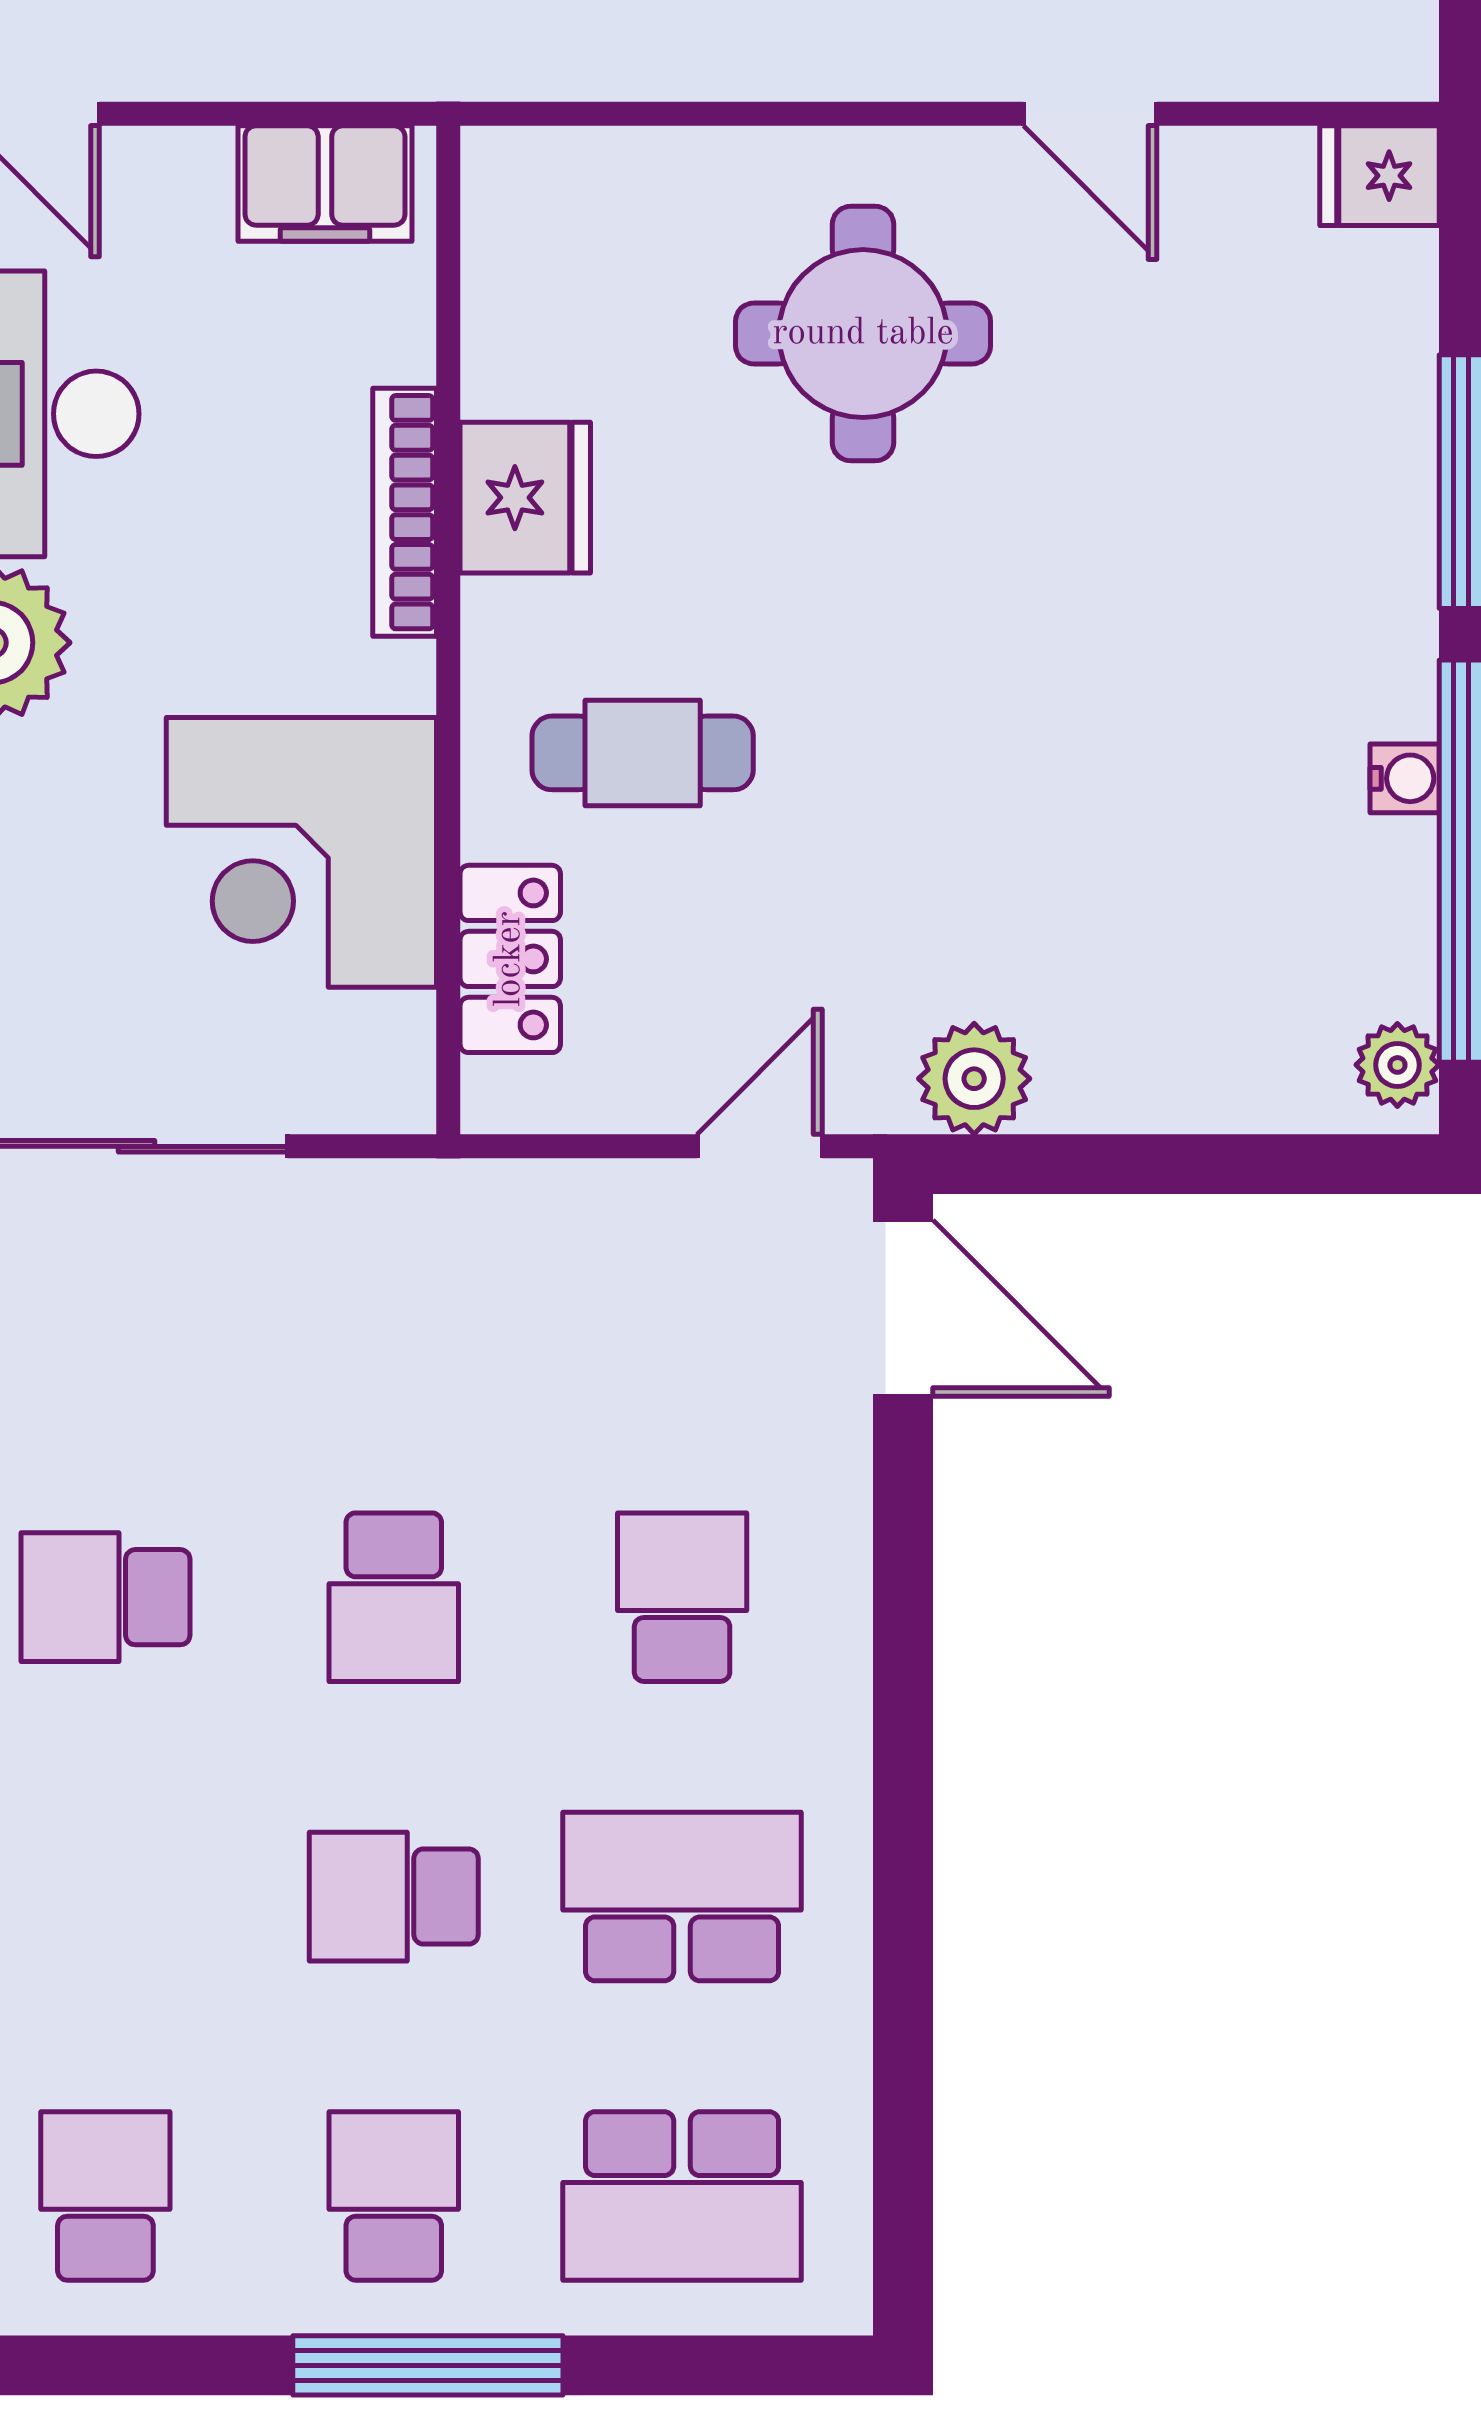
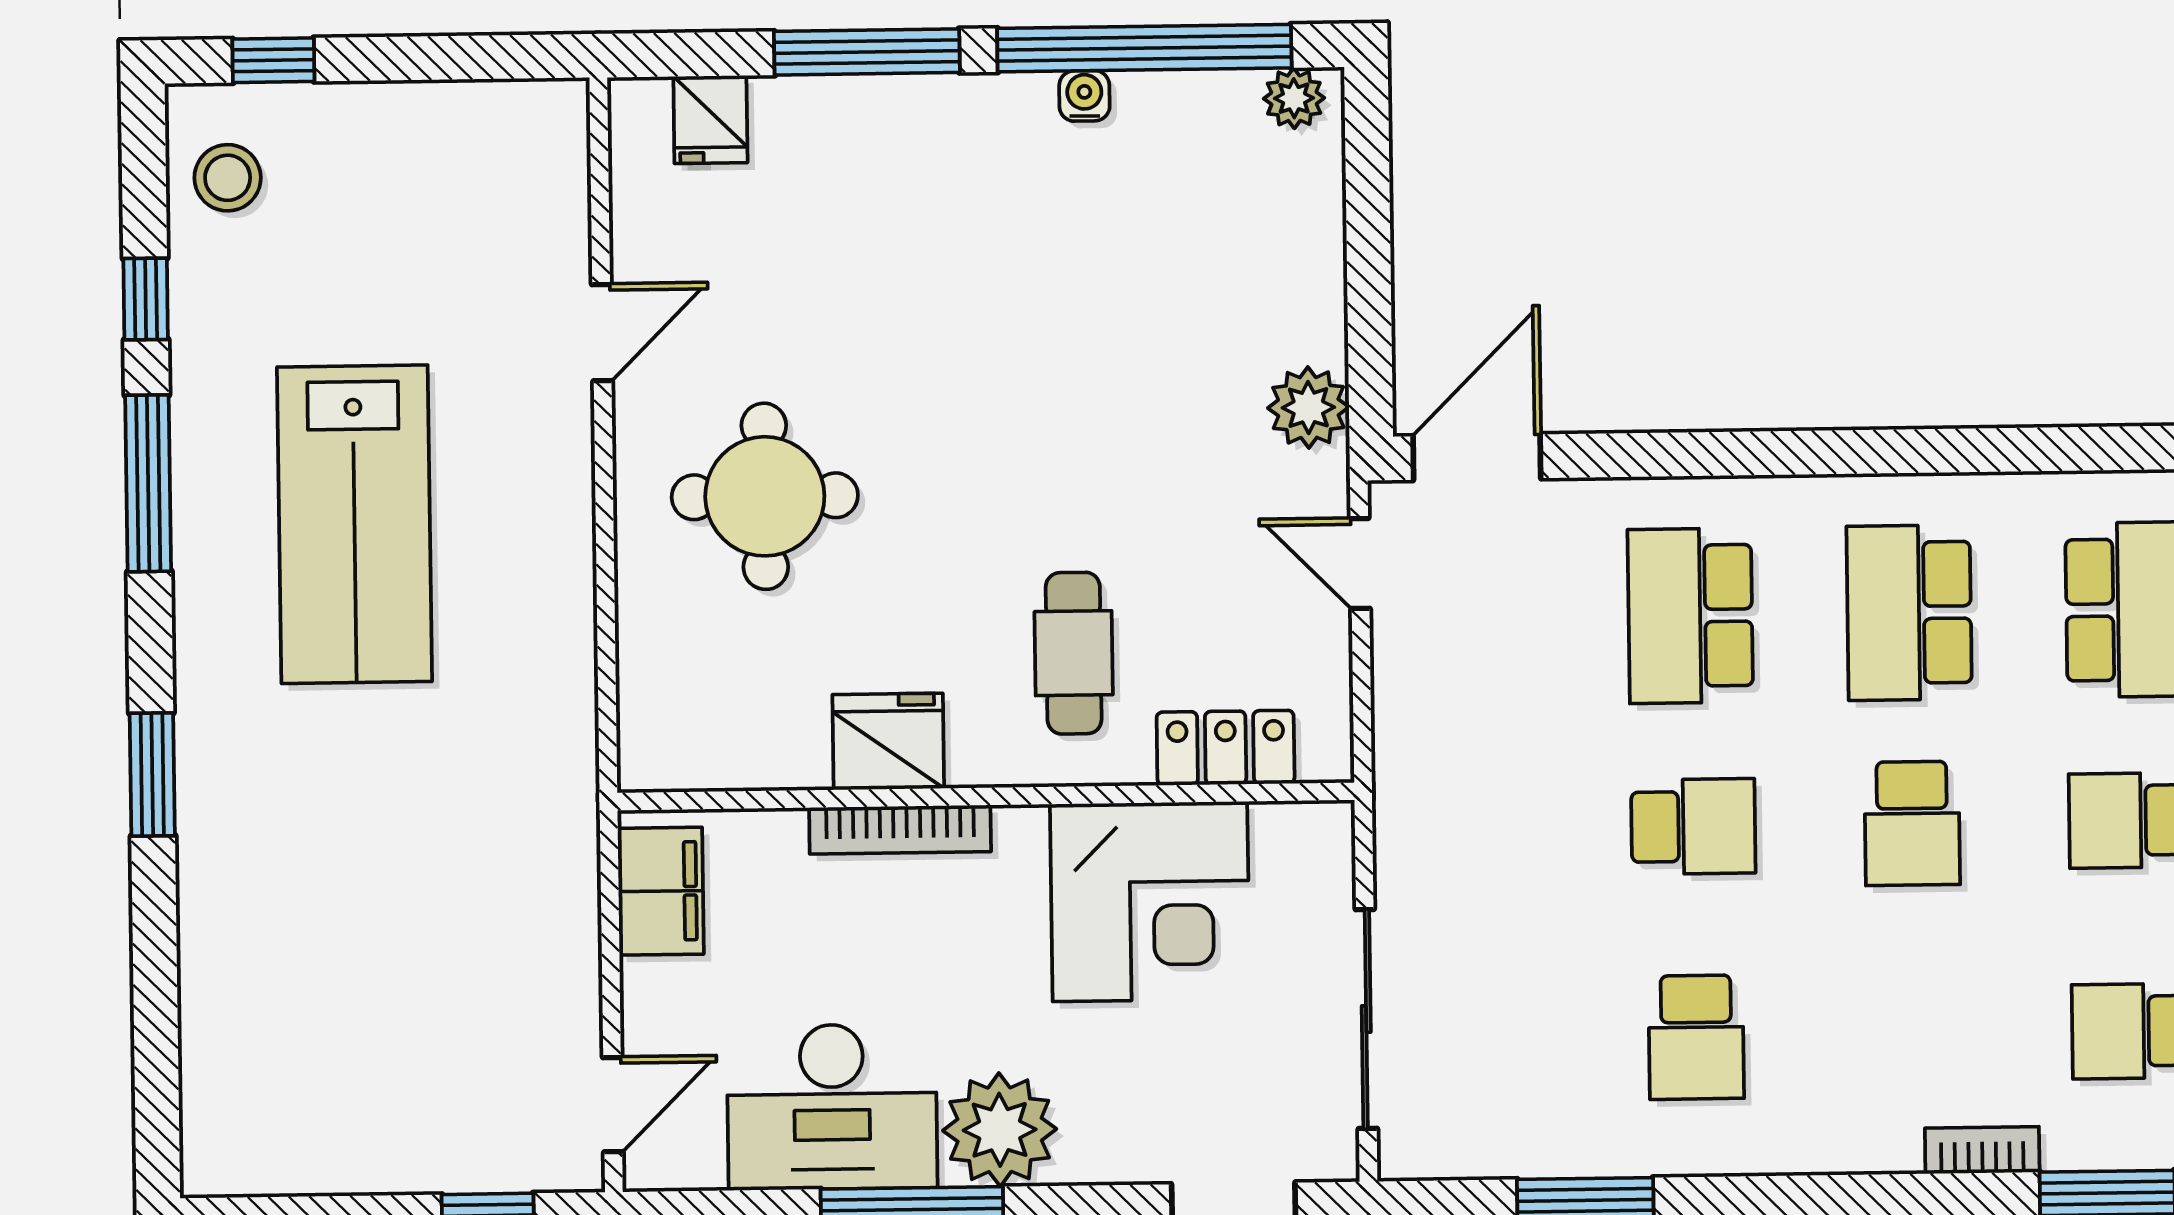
fridge: (1379, 176) -> (710, 119), moved
school desk: (682, 1597) -> (1690, 616), width x1.85

